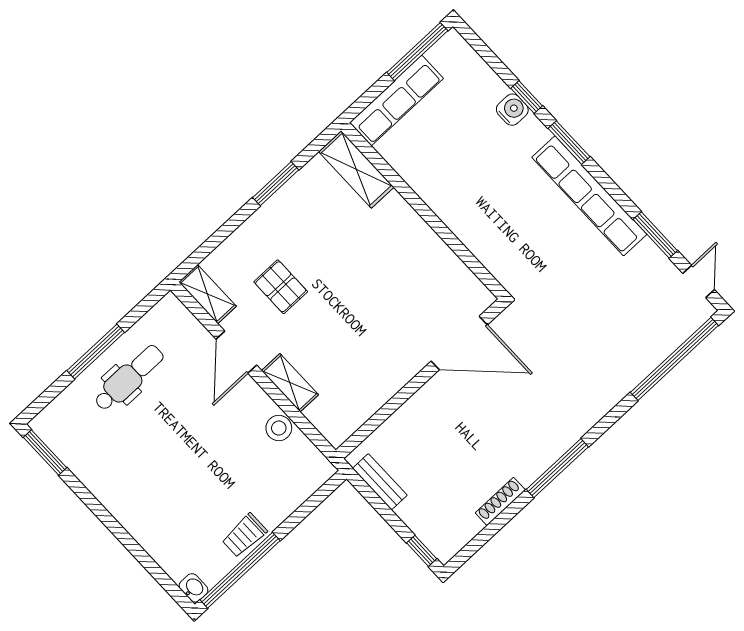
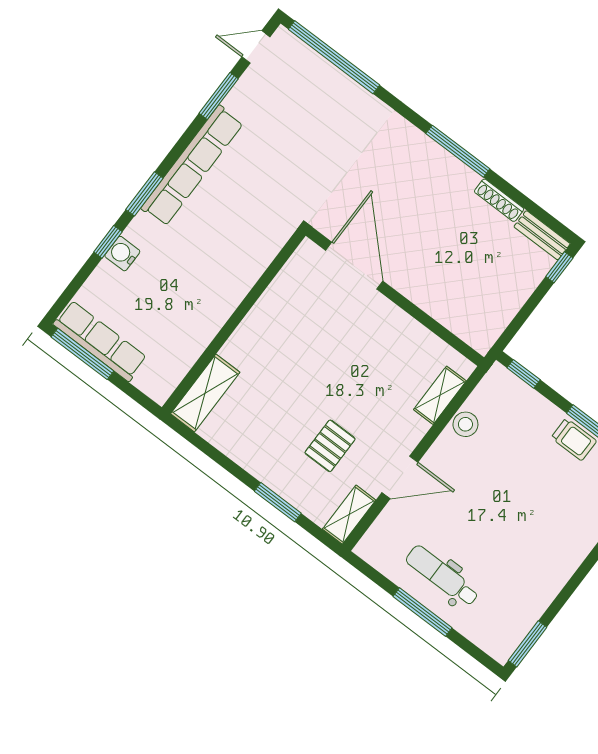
row of seats: (396, 101) -> (100, 341), moved
window: (276, 184) -> (278, 502), moved
shelving: (290, 383) -> (440, 395), moved
bench: (380, 482) -> (542, 235), moved, turned 90
window: (320, 496) -> (524, 374), added

